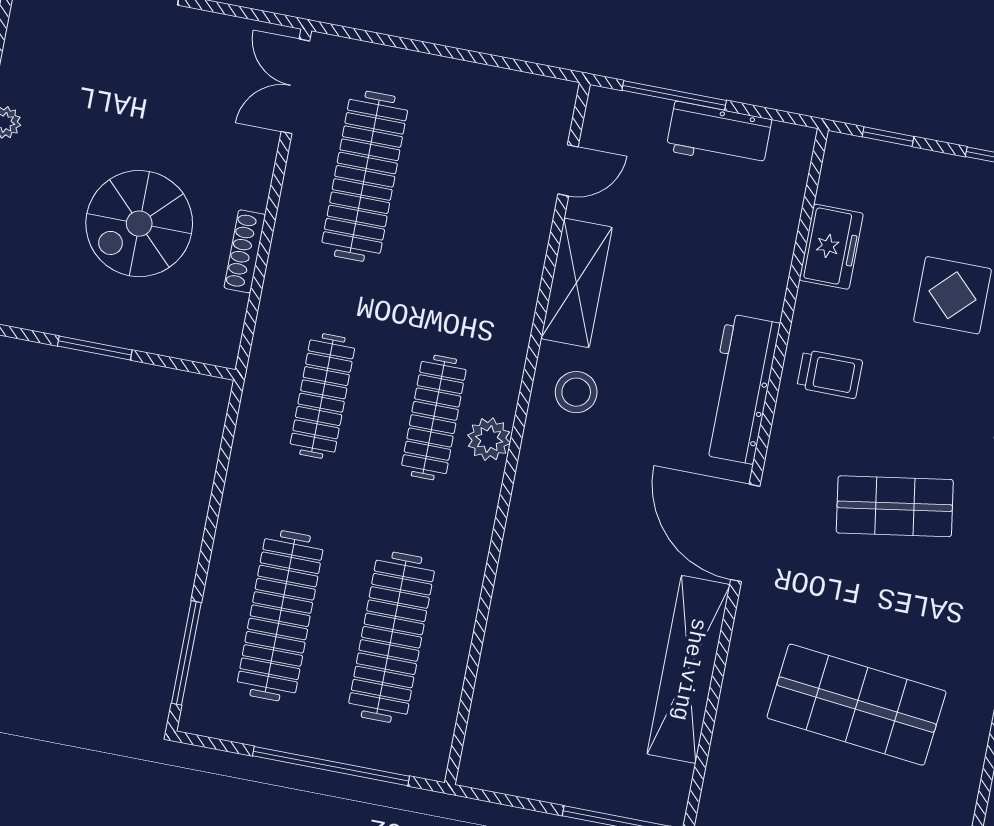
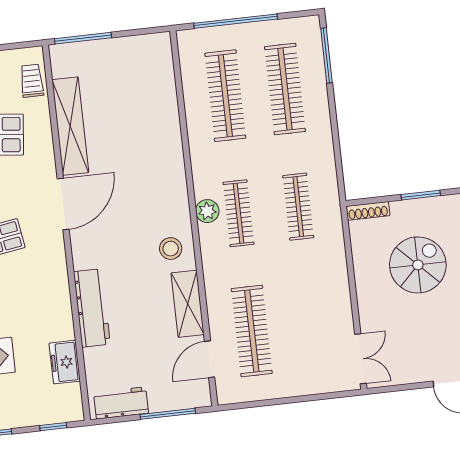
workbench: (719, 135) -> (121, 403), moved
door: (568, 170) -> (210, 359), width x1.38
clothes rail: (365, 176) -> (252, 331), moved
shoe rack: (245, 251) -> (368, 211), moved, turned 90
trolley: (830, 374) -> (32, 81), moved, turned 90
workbench: (740, 389) -> (92, 308), moved
door: (745, 533) -> (63, 204), hinge flipped

